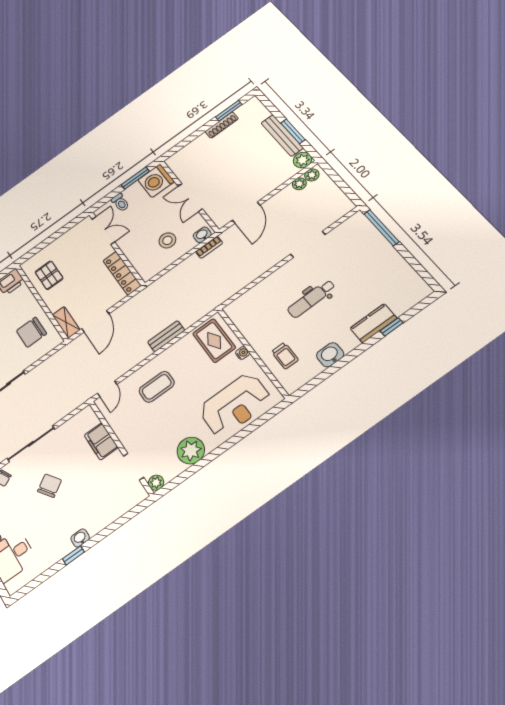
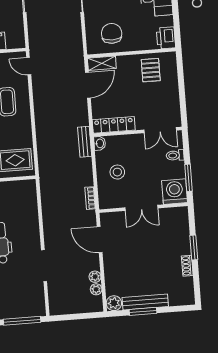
window: (229, 111) -> (194, 248), moved
shoe rack: (222, 125) -> (187, 266), width x0.70
plant: (312, 175) -> (95, 277), moved
double door: (190, 198) -> (141, 208), swing flipped
washbasin: (202, 235) -> (100, 143), moved
pallet: (49, 275) -> (151, 70), turned 90
door: (95, 321) -> (88, 85), swing flipped
bench: (166, 336) -> (85, 142), moved

